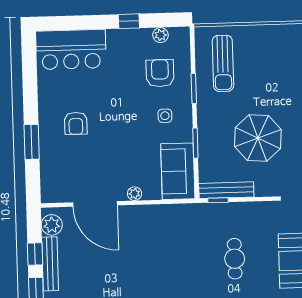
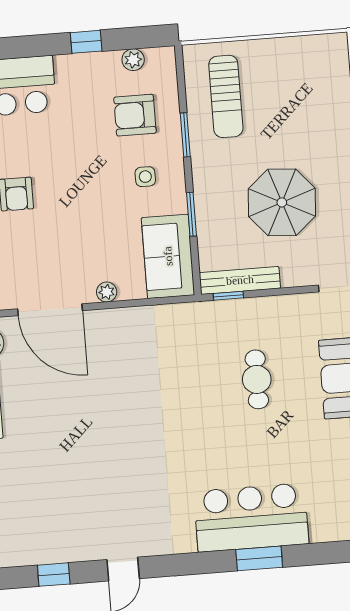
armchair: (160, 73) -> (135, 115), turned -90

